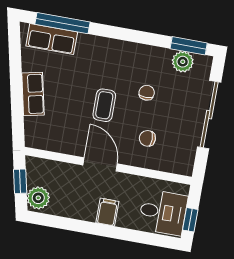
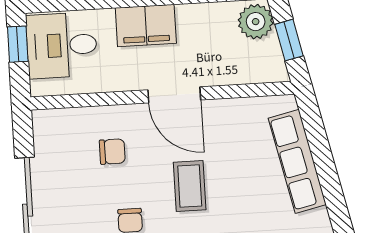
row of seats: (33, 94) -> (297, 161), width x1.48
filing cabinet: (107, 212) -> (146, 25), width x2.00

